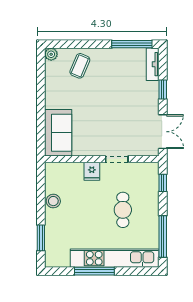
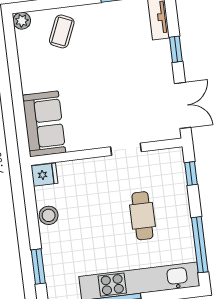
fridge: (92, 171) -> (44, 175), moved, turned -90

